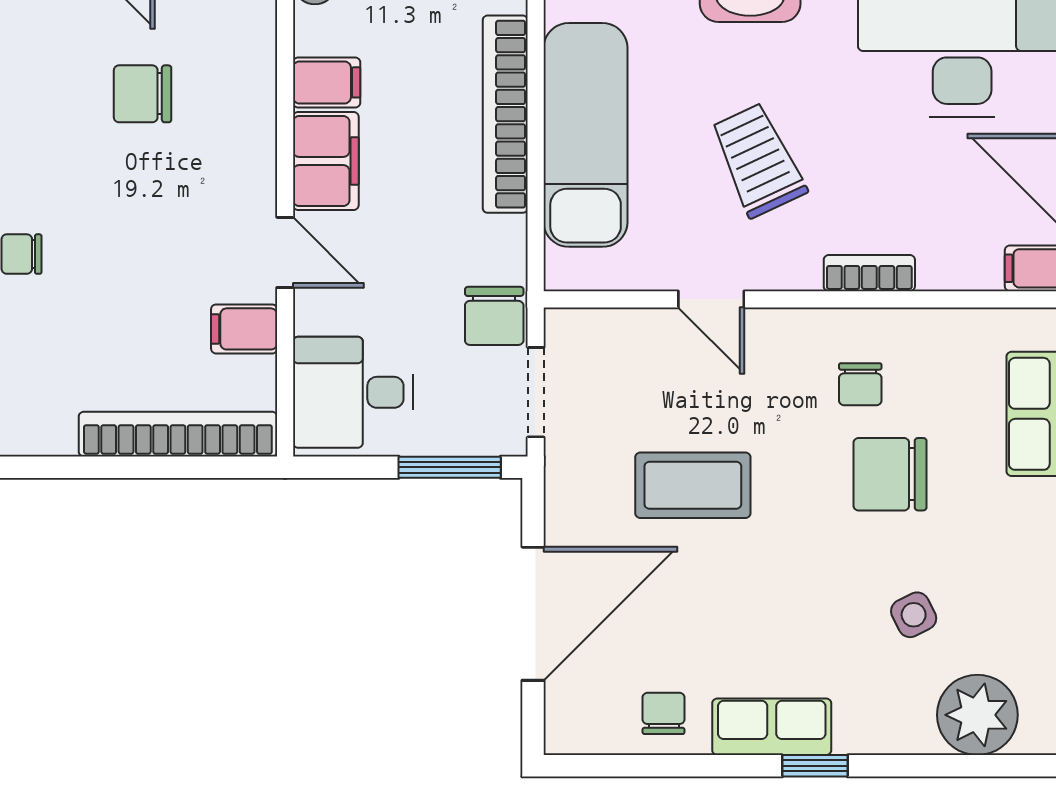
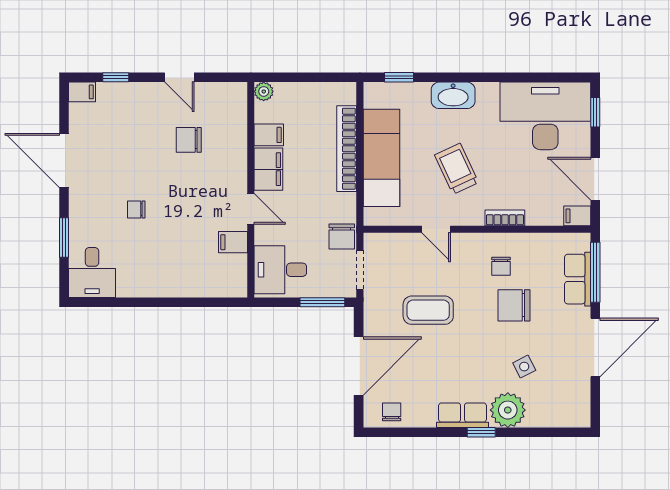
bookcase: (178, 434) -> (204, 288), removed
chair: (664, 713) -> (392, 412), moved
plant: (977, 715) -> (508, 410), moved

